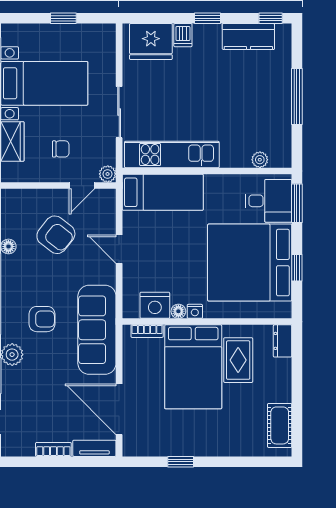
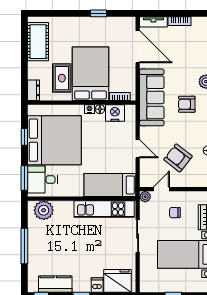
plant: (260, 160) -> (44, 210), width x1.87, depth x1.87
cot: (280, 425) -> (38, 42), width x1.37, depth x1.34

